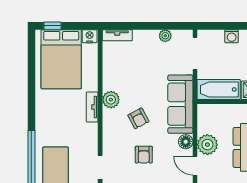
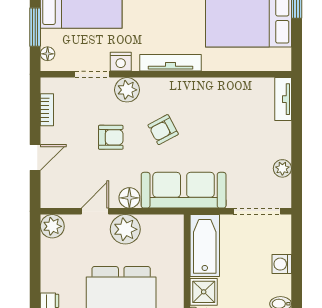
nightstand: (90, 36) -> (121, 62), moved, turned 90
plant: (111, 100) -> (127, 90), moved
tv unit: (92, 107) -> (170, 63), width x1.41
armchair: (144, 155) -> (111, 137), turned 180

